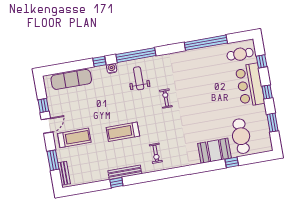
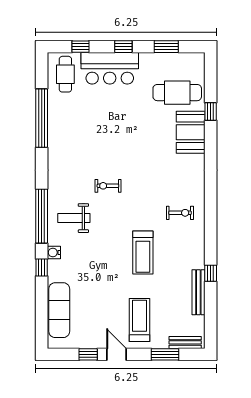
bench: (125, 172) -> (198, 292), moved

